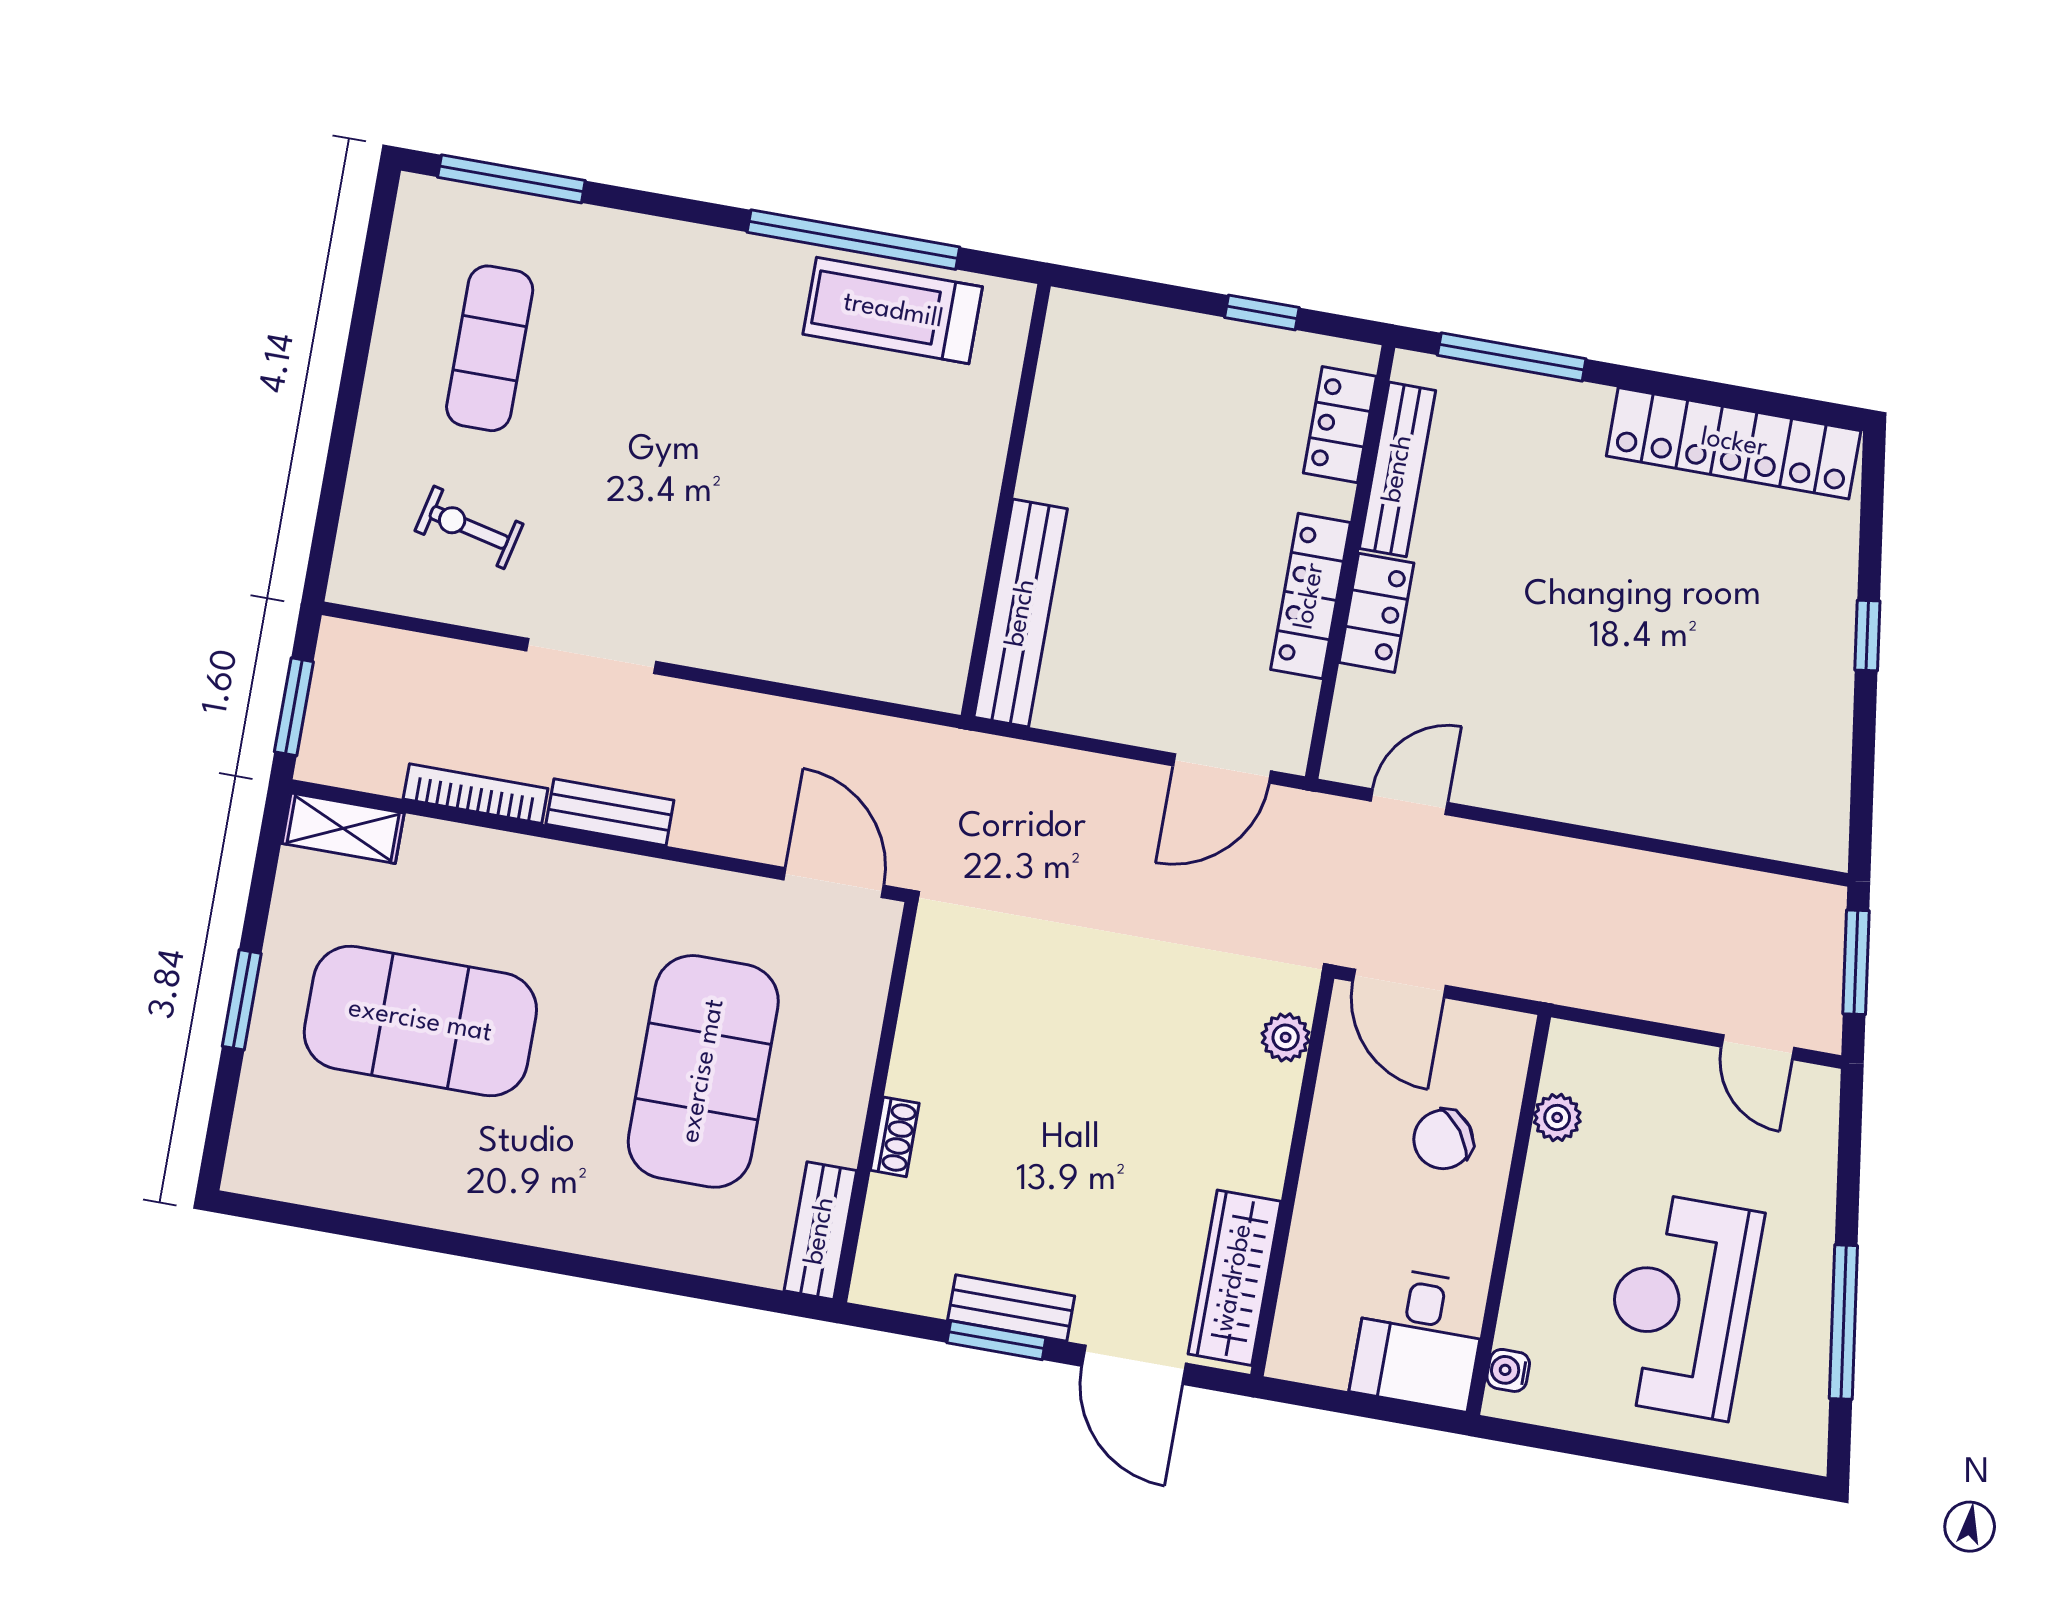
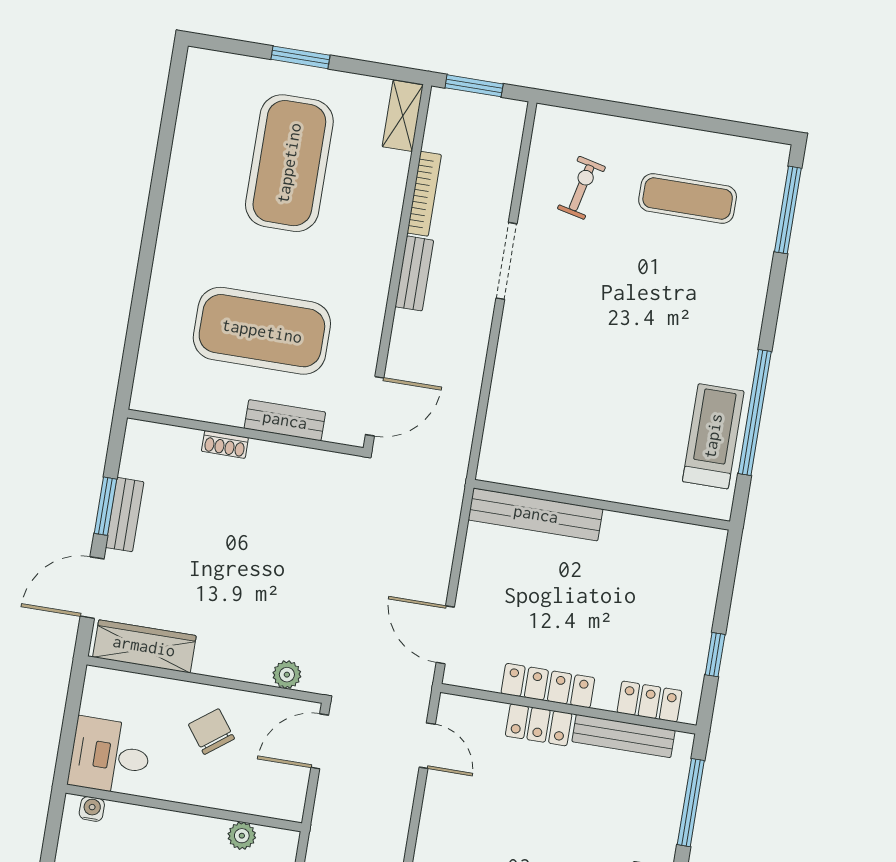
chair: (1443, 1139) -> (211, 732), moved
bench: (820, 1231) -> (285, 420), moved

